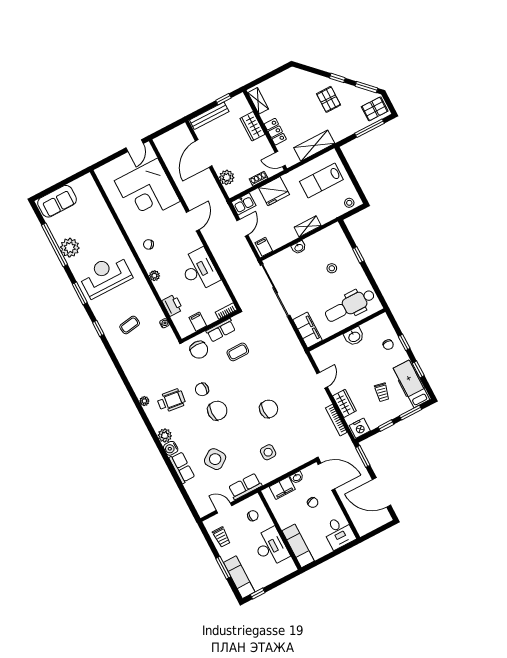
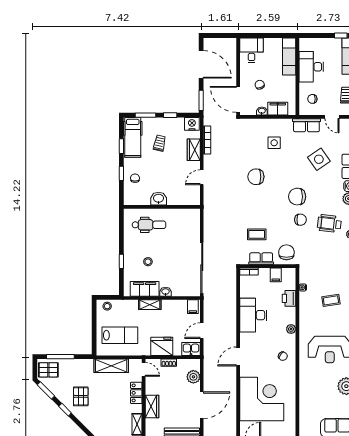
dental chair: (350, 305) -> (149, 225), width x0.73, depth x0.72
filing cabinet: (308, 330) -> (145, 289), moved, turned 90

